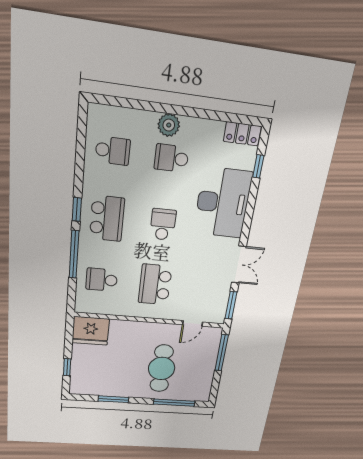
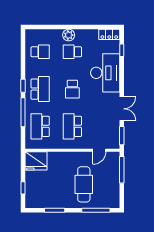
school desk: (163, 224) -> (72, 89), turned 180
school desk: (102, 280) -> (40, 126), width x1.85

